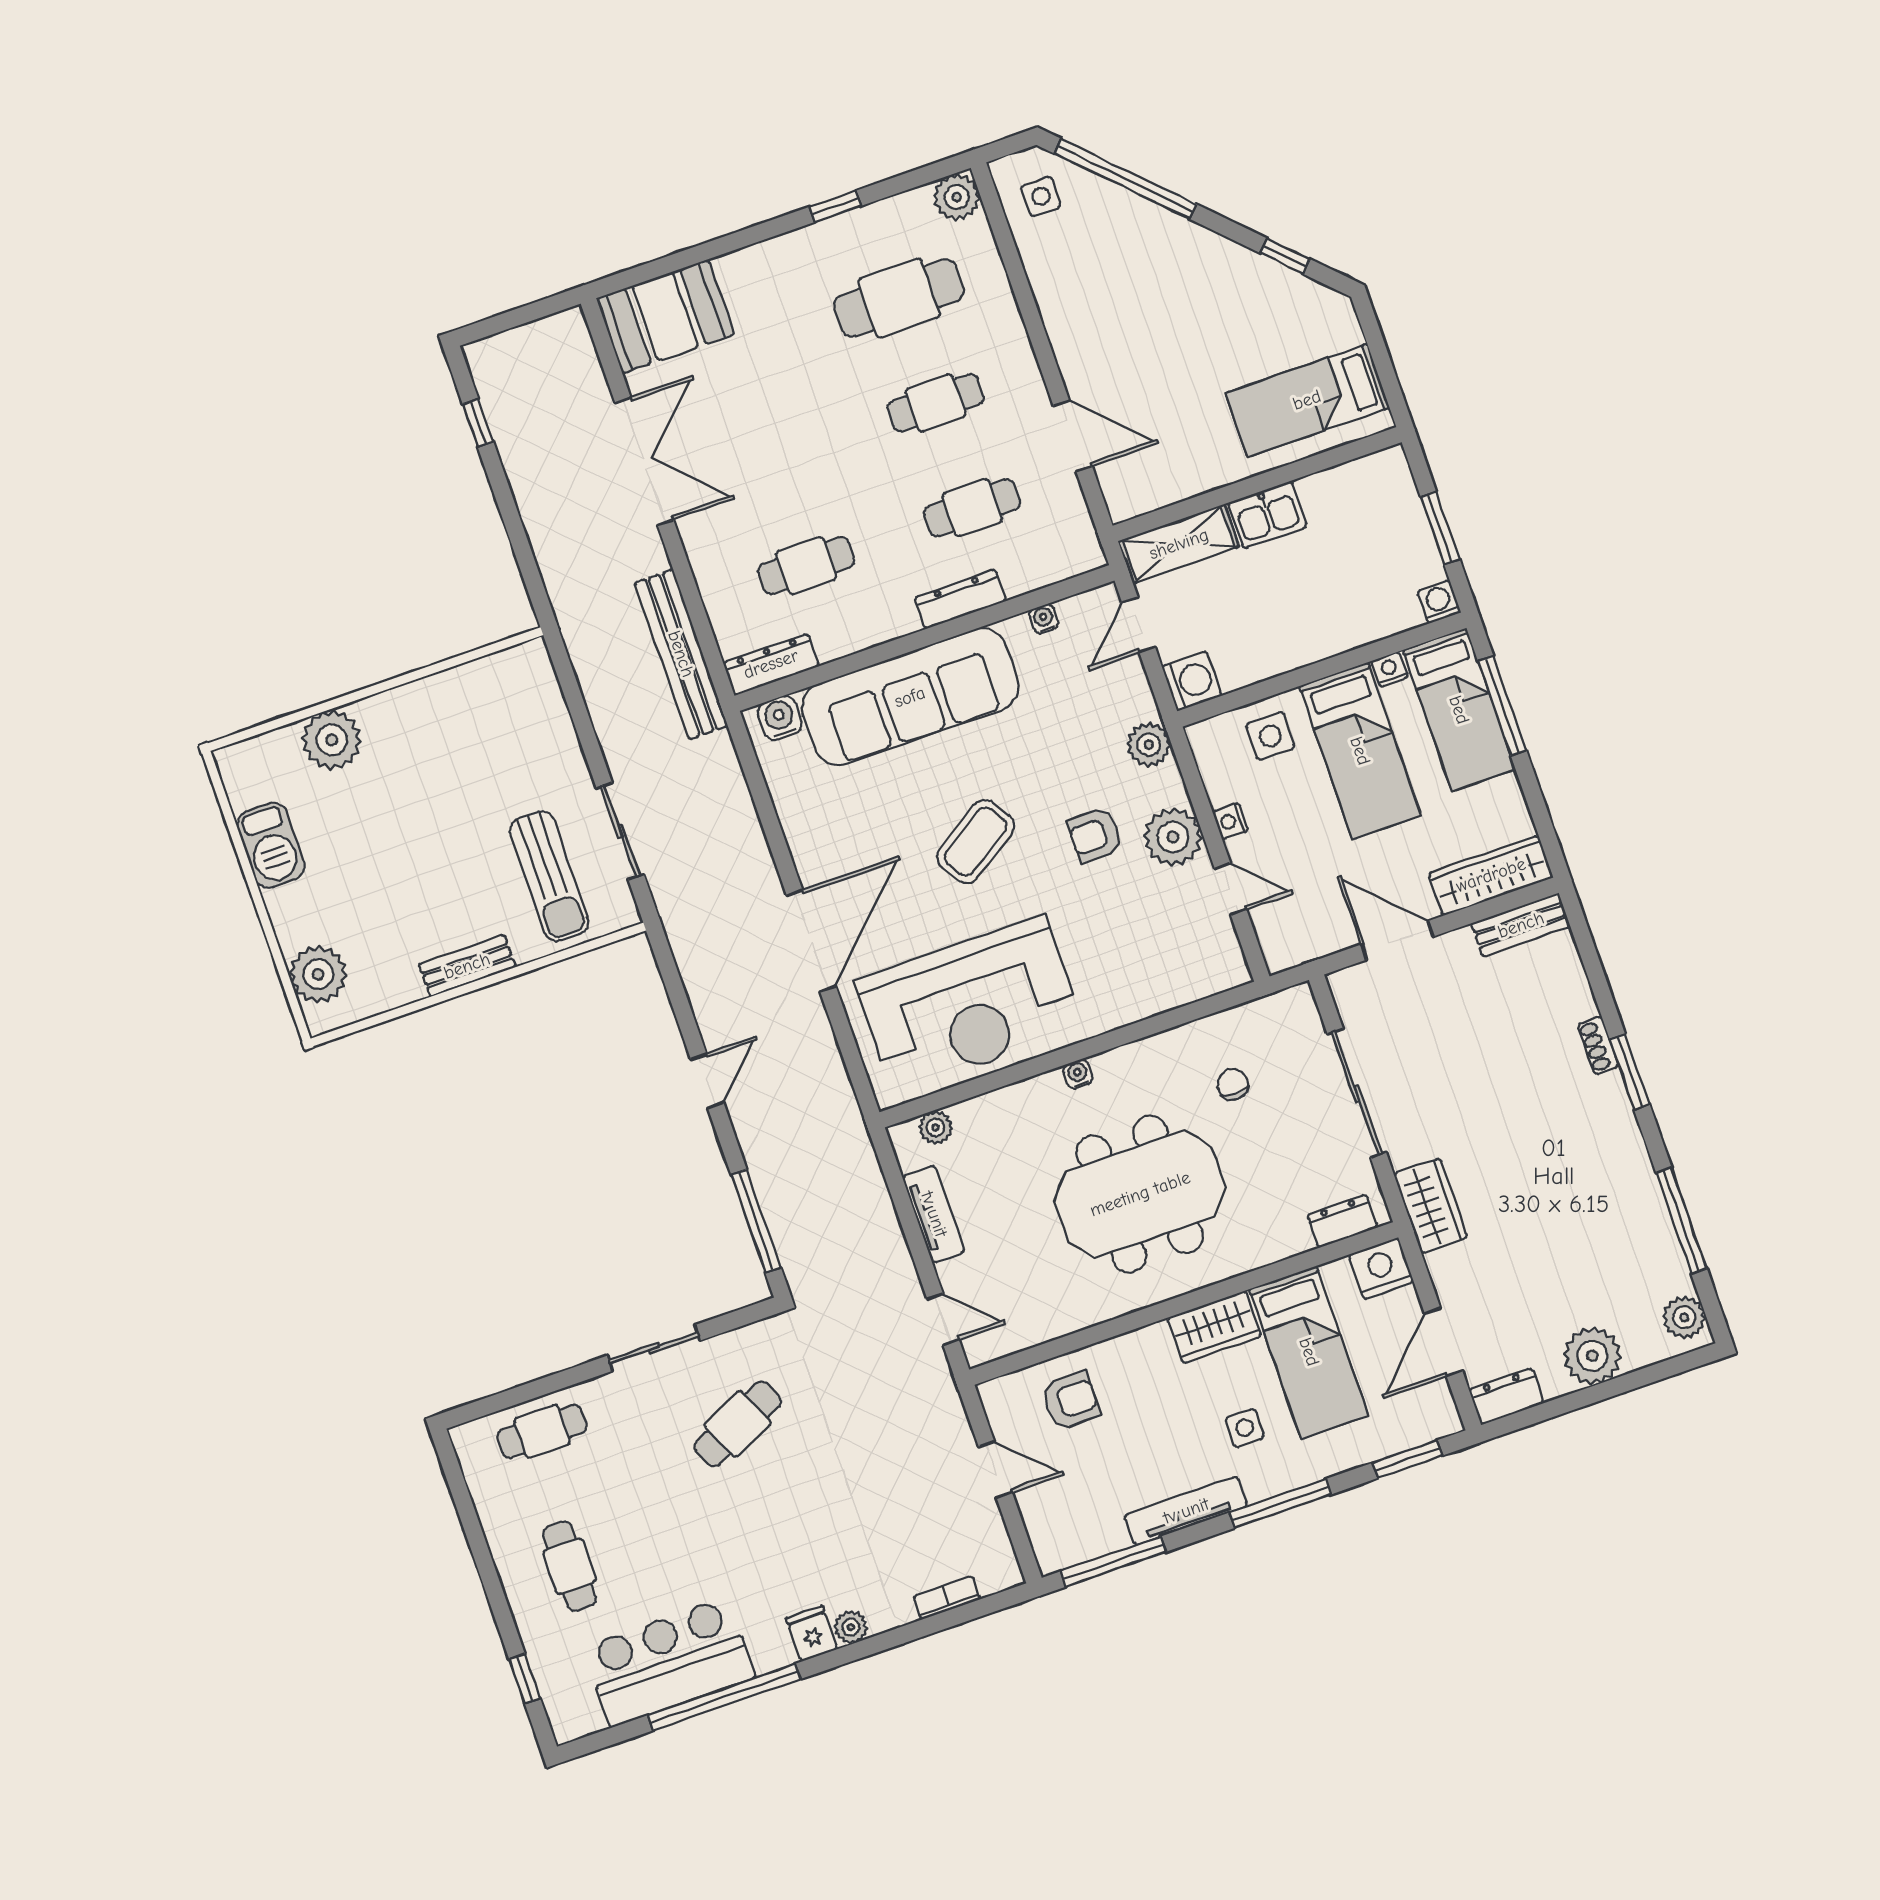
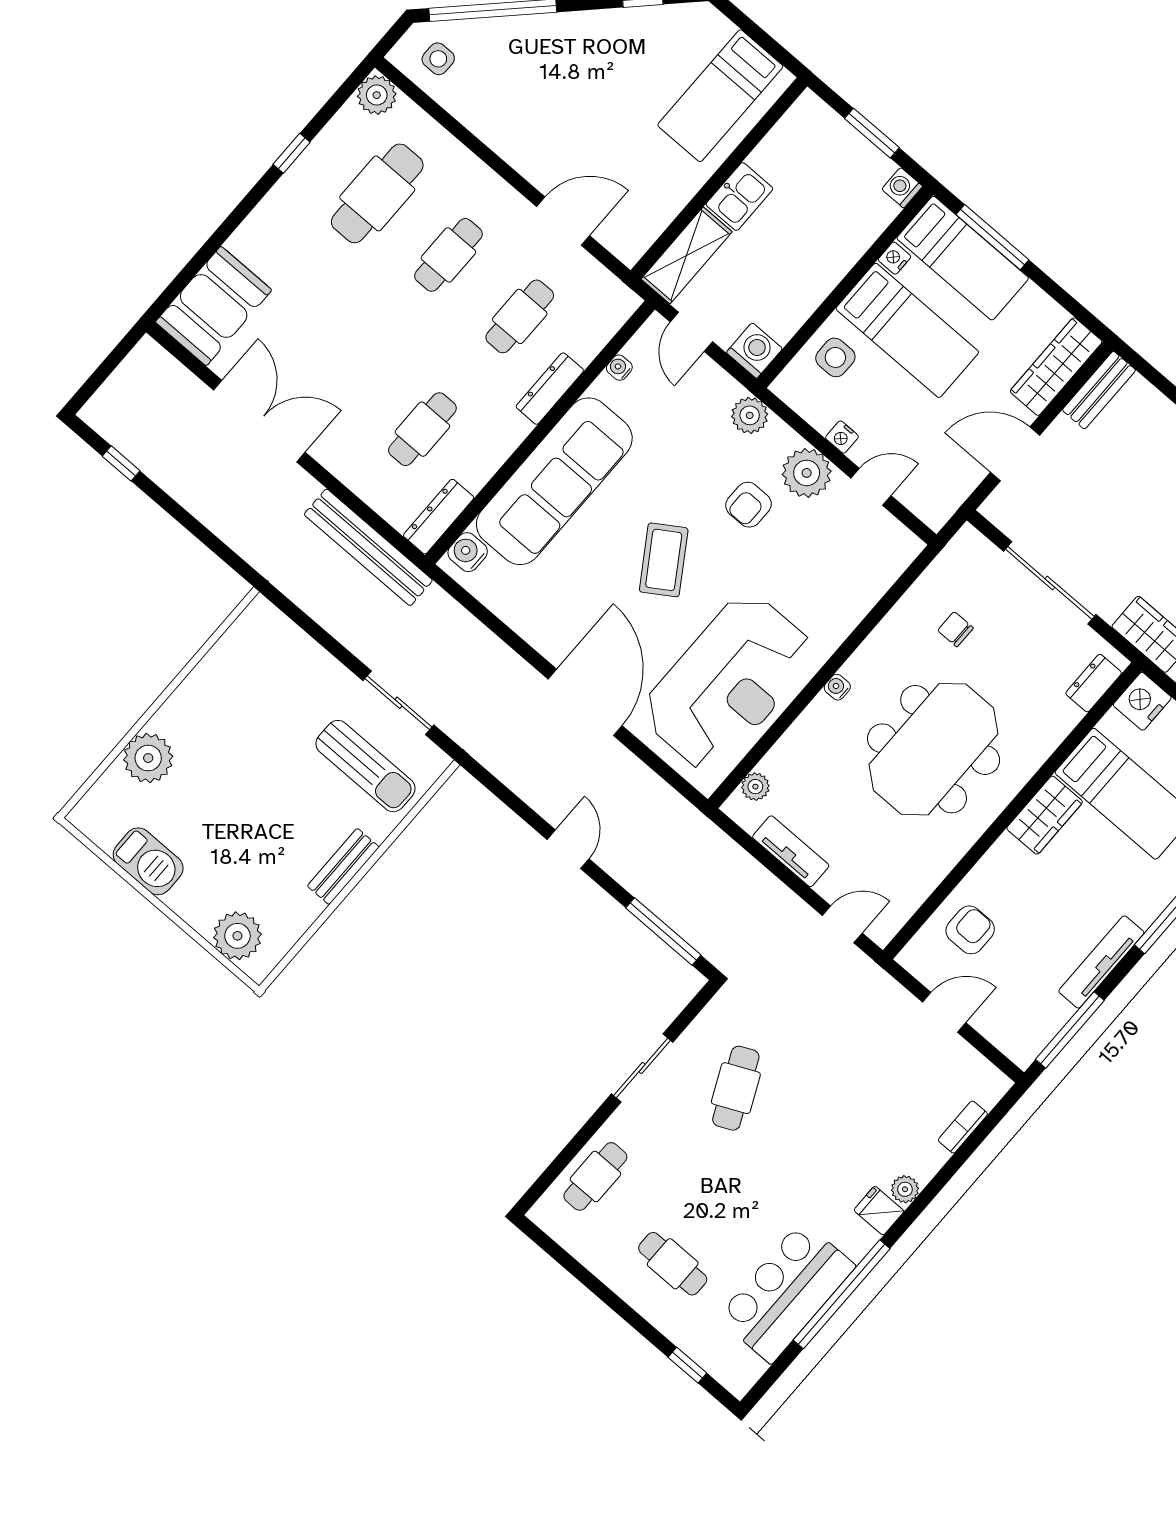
side table: (1245, 1428) -> (1110, 876), removed

